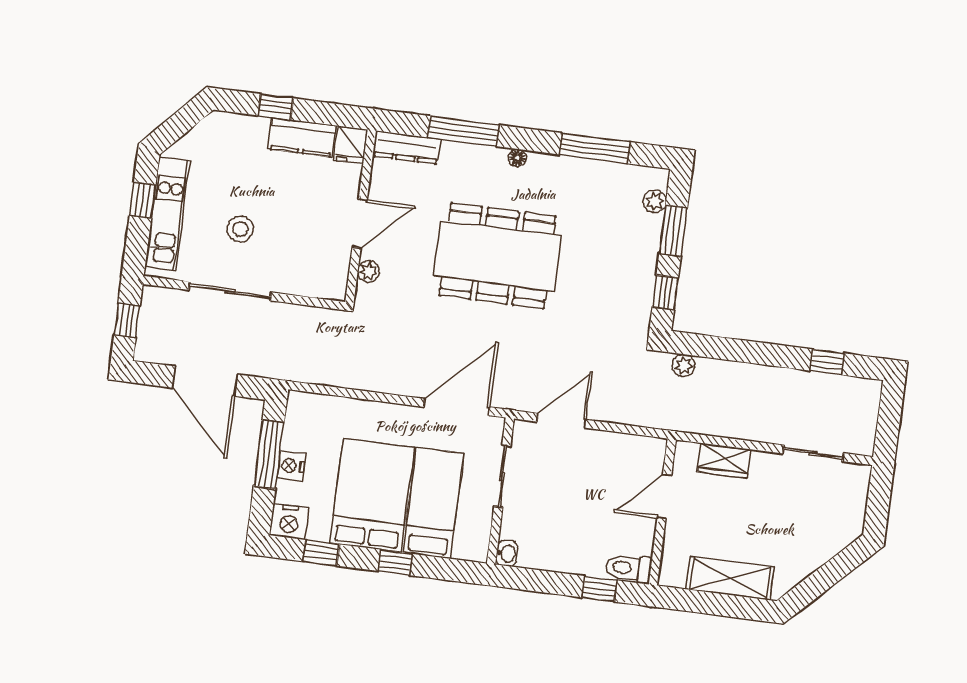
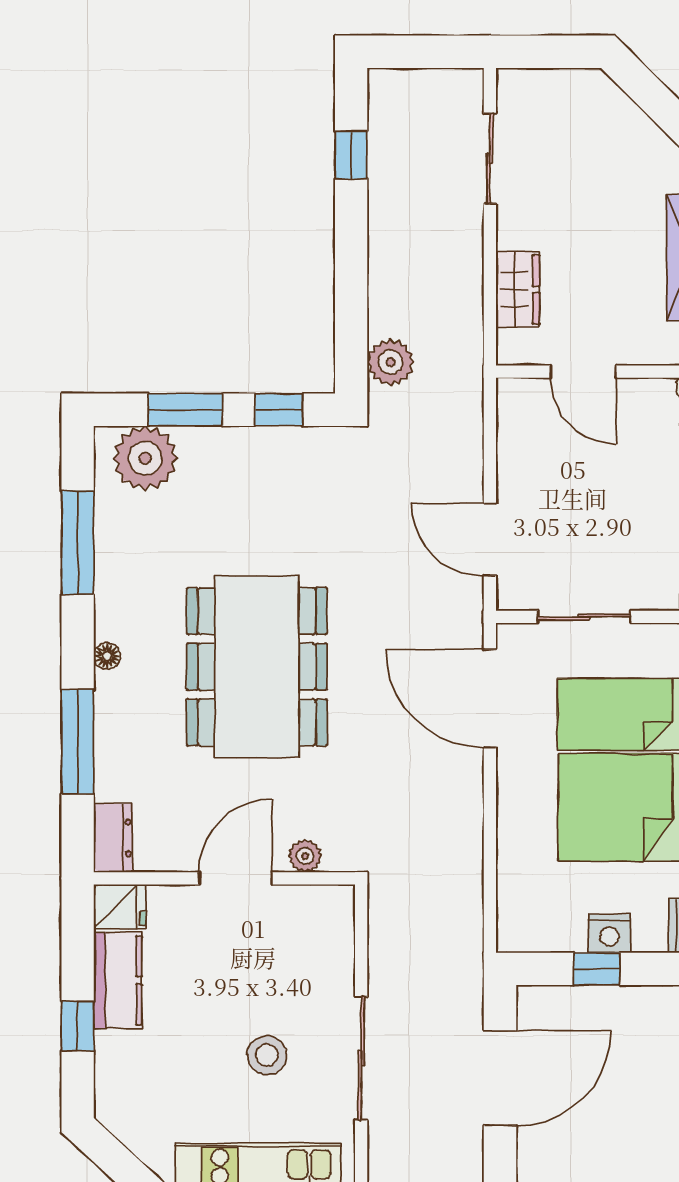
dresser: (407, 148) -> (113, 838), width x0.70
plant: (655, 201) -> (145, 458), width x1.88, depth x1.88
door: (360, 224) -> (235, 878), hinge flipped
plant: (683, 366) -> (391, 362), width x1.38, depth x1.38
window: (269, 454) -> (597, 969), width x0.46

